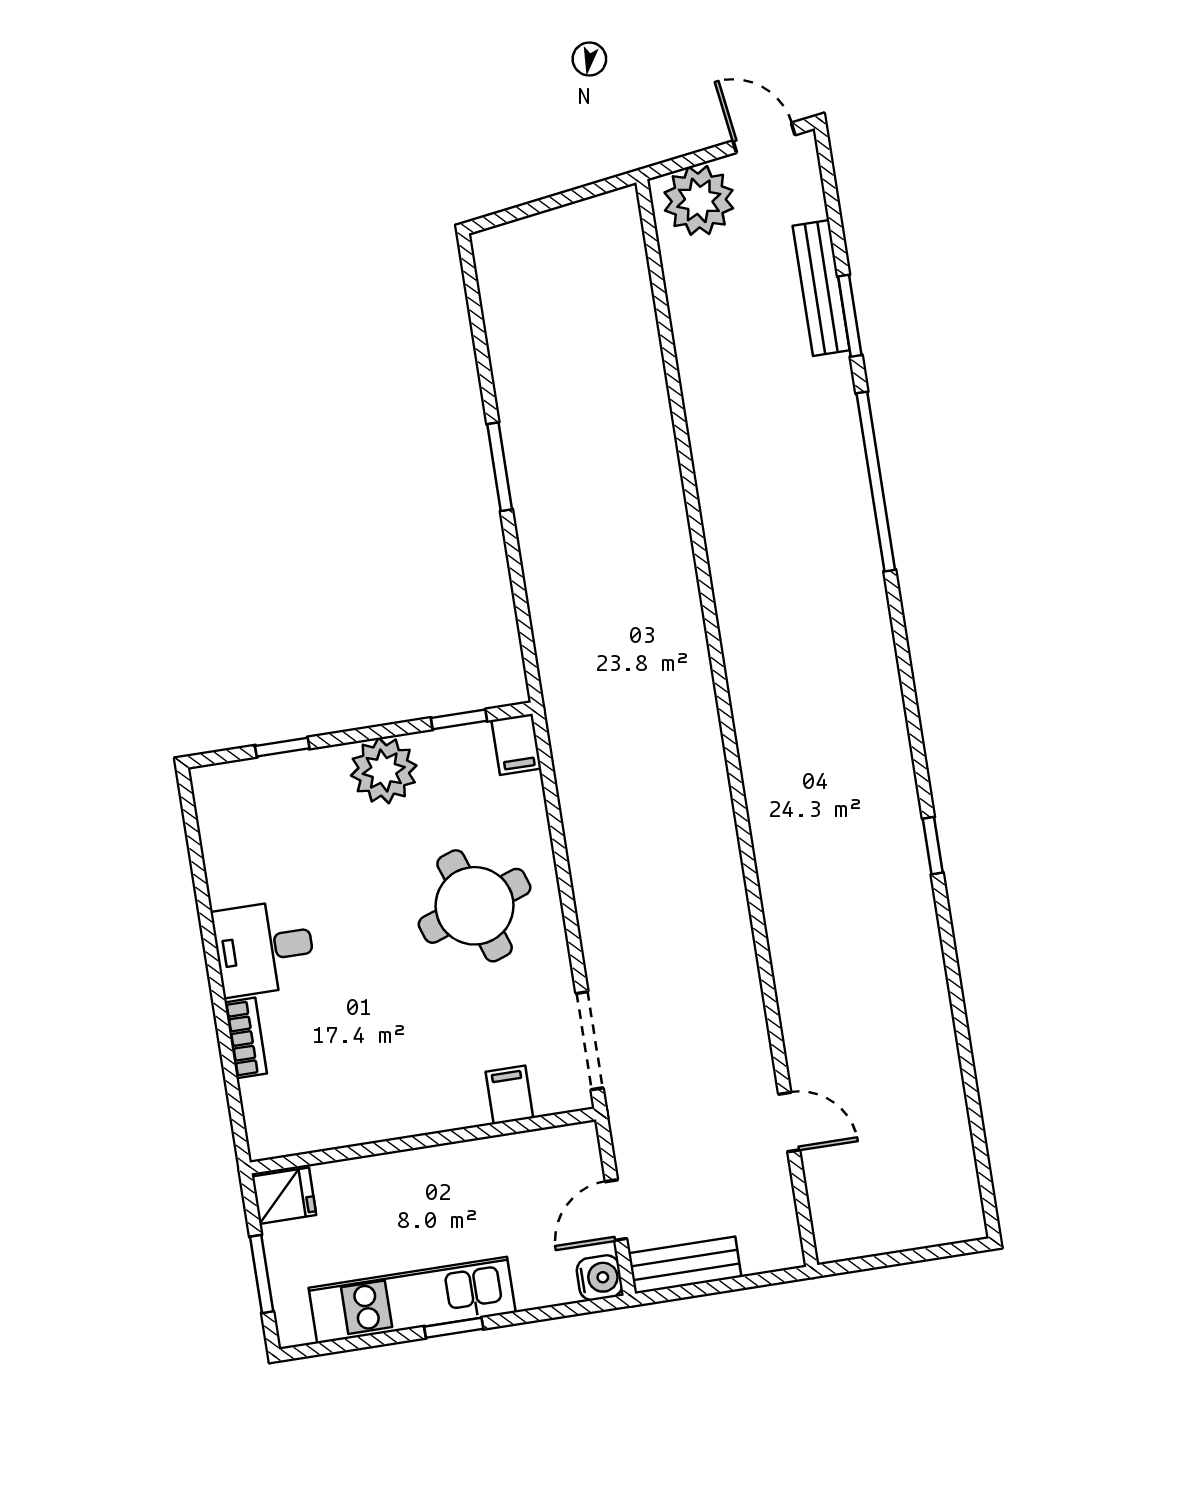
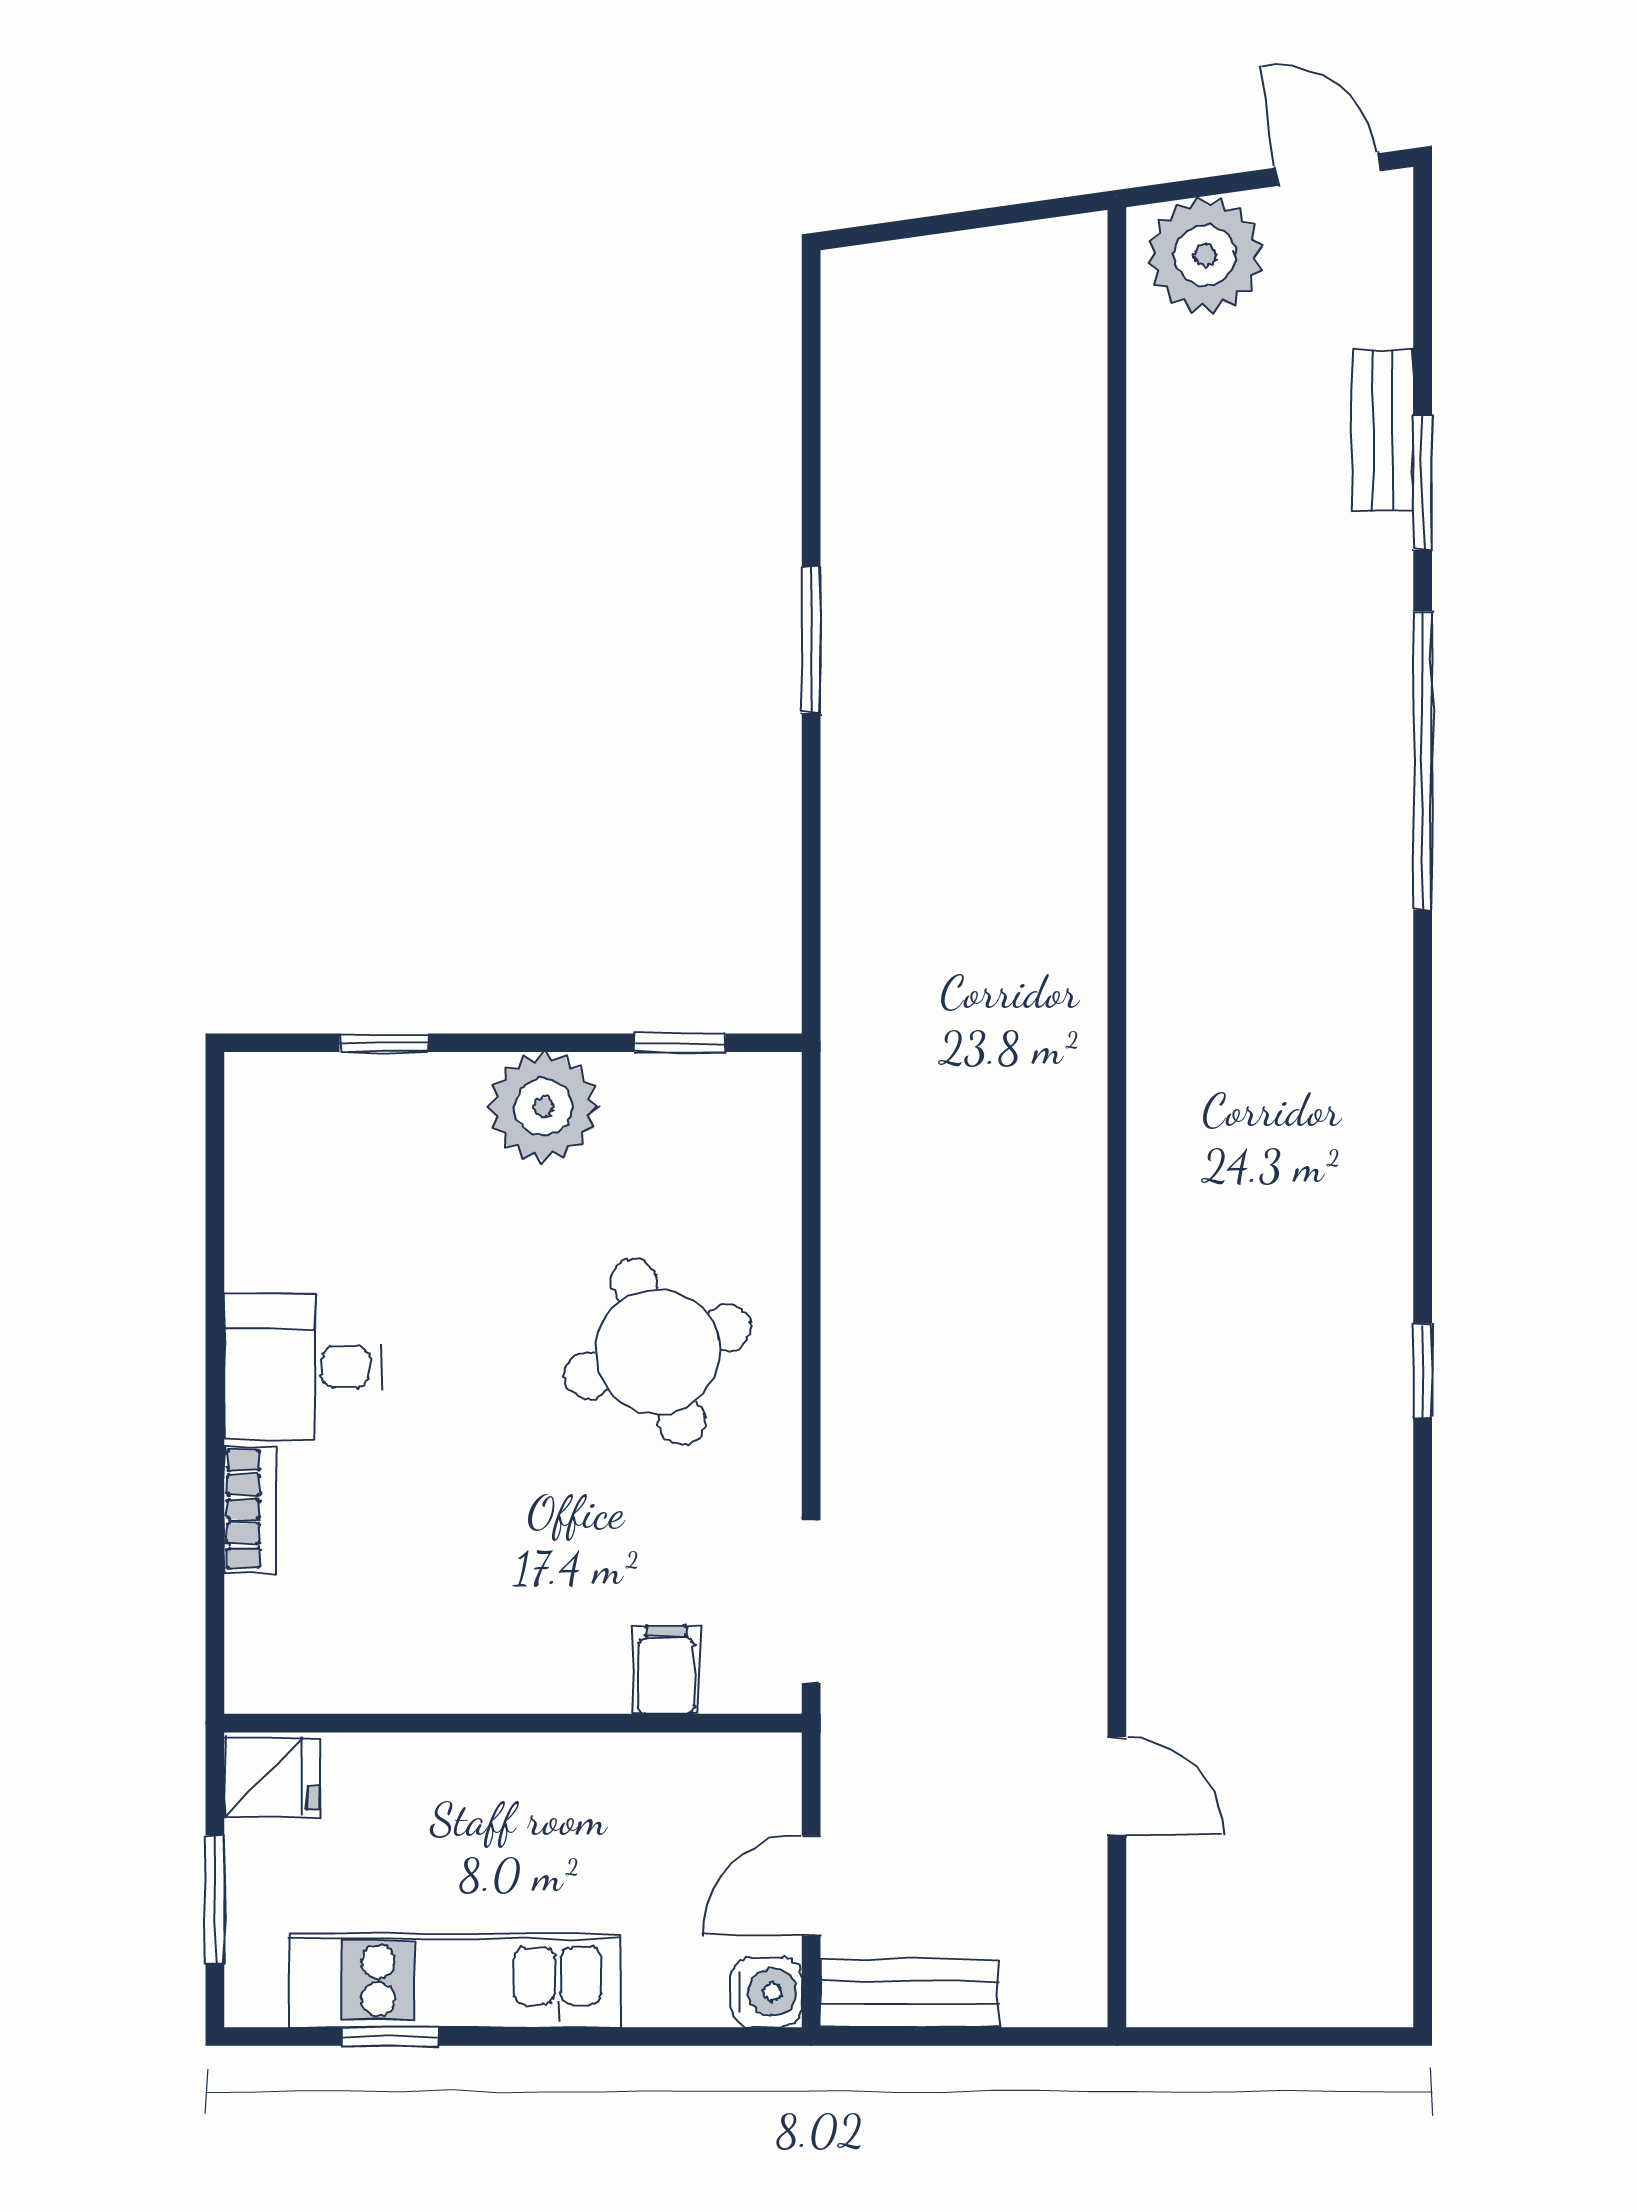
bench: (821, 288) -> (1383, 430), width x0.73
filing cabinet: (516, 744) -> (767, 1098), removed
window: (454, 1328) -> (390, 2036), moved

